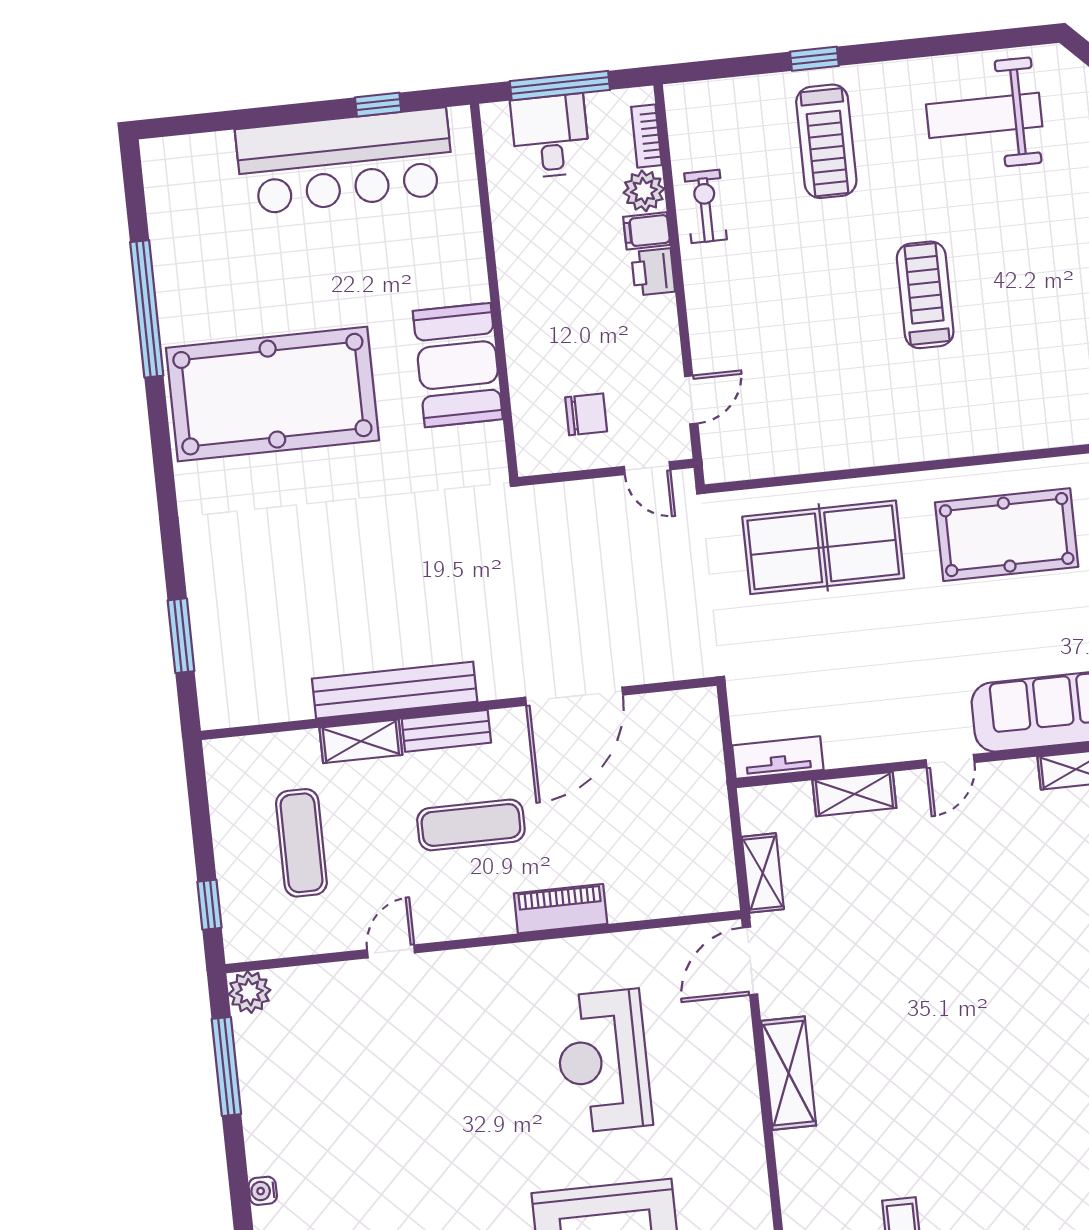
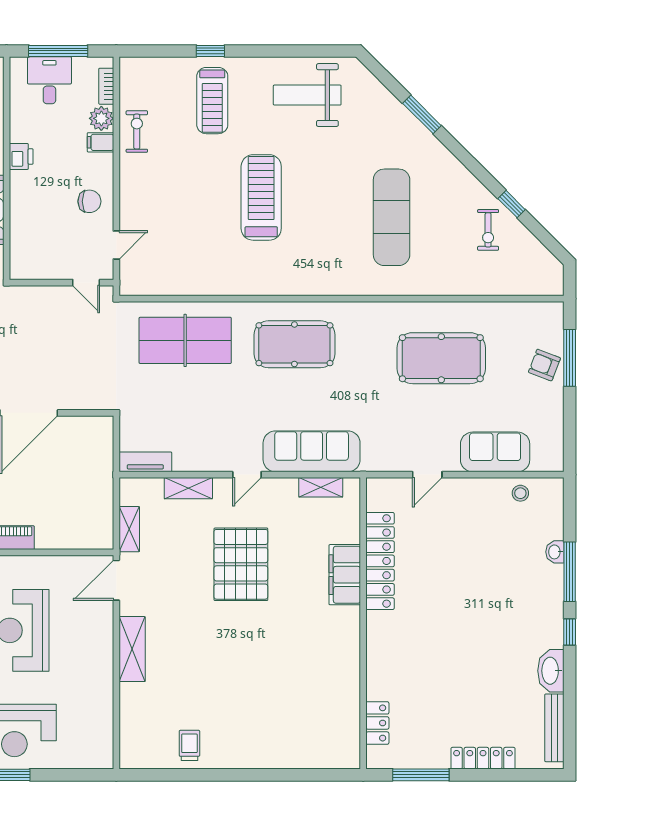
printer: (653, 272) -> (21, 156), moved, turned 180
treadmill: (925, 295) -> (261, 197), width x1.37, depth x1.38
chair: (586, 414) -> (89, 201), moved
pallet: (956, 912) -> (241, 564), added

